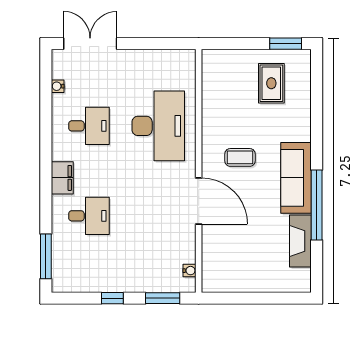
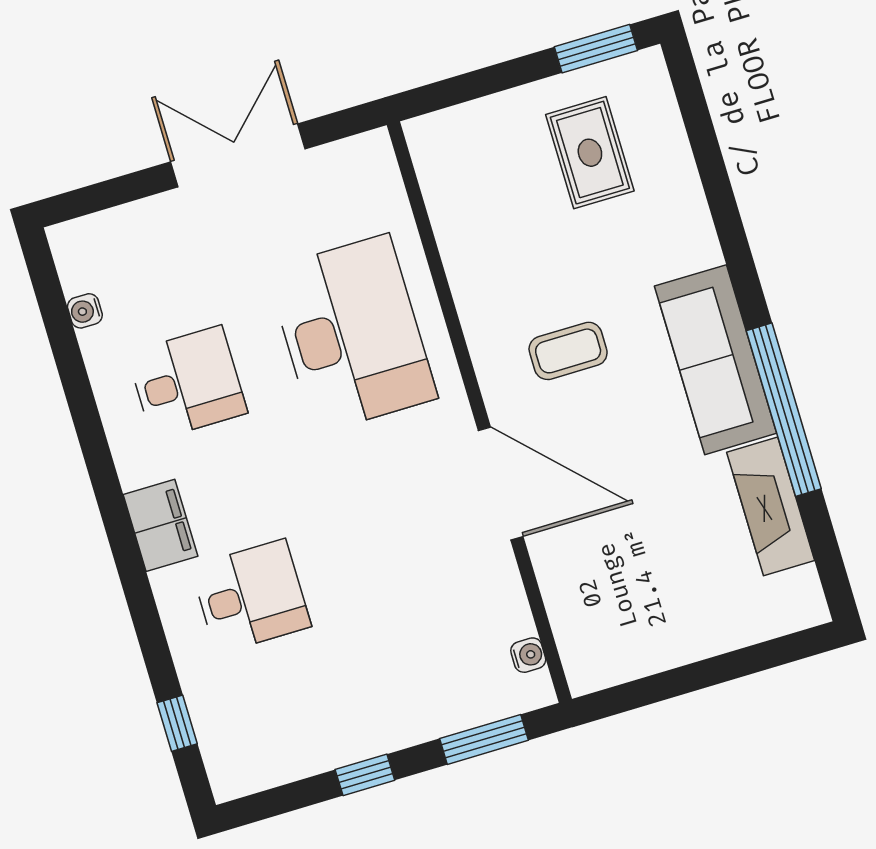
double door: (90, 44) -> (238, 155), moved
window: (46, 256) -> (177, 723), width x0.46

